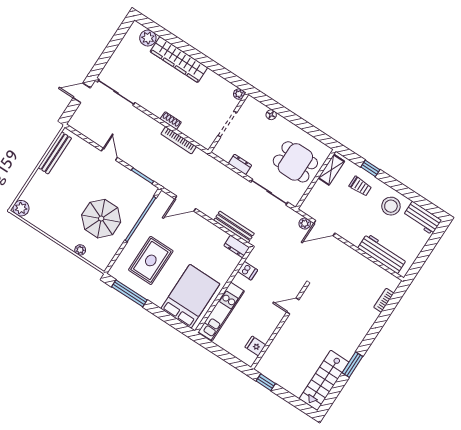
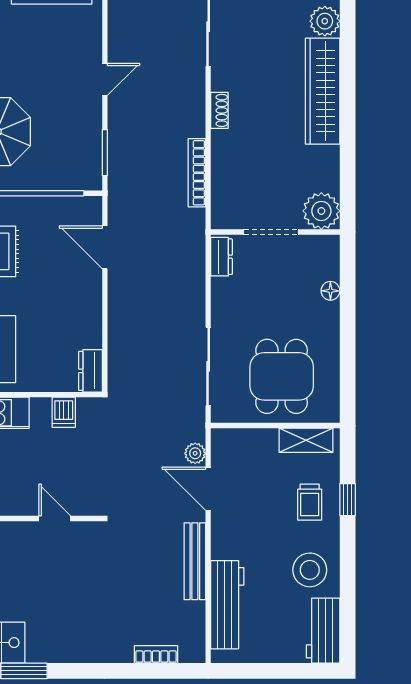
plant: (239, 94) -> (321, 211), width x1.88, depth x1.88
shoe rack: (171, 121) -> (219, 110), moved
dresser: (240, 164) -> (222, 257), moved
bench: (234, 227) -> (195, 561), moved

